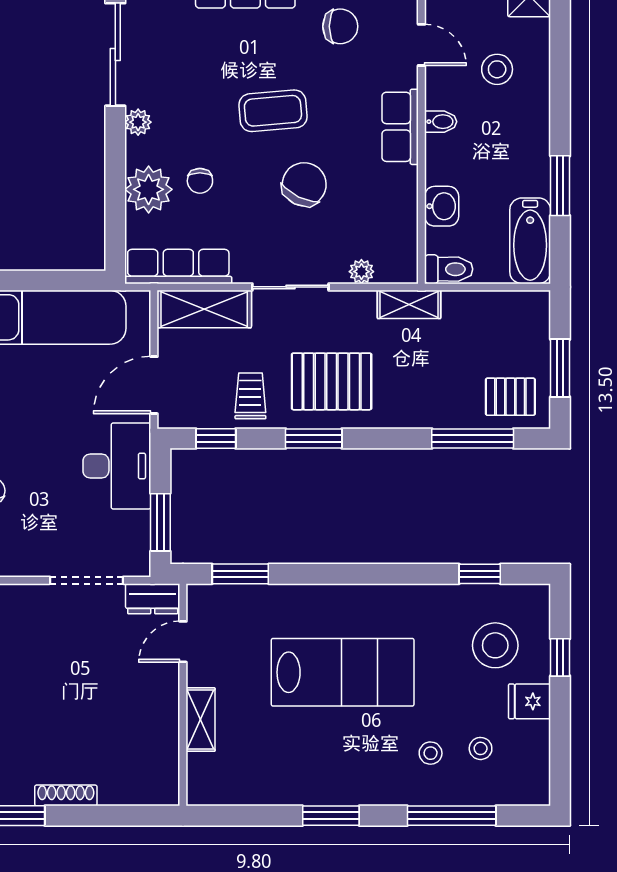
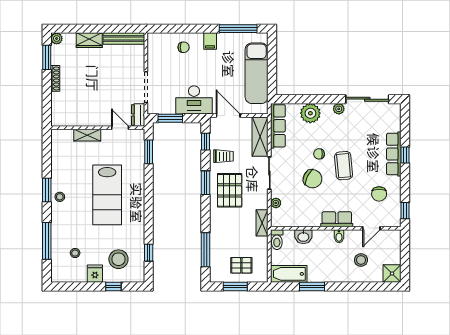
chair: (200, 181) -> (319, 154), moved
pallet: (510, 397) -> (241, 265), moved, turned 90
stool: (431, 753) -> (60, 197), moved

